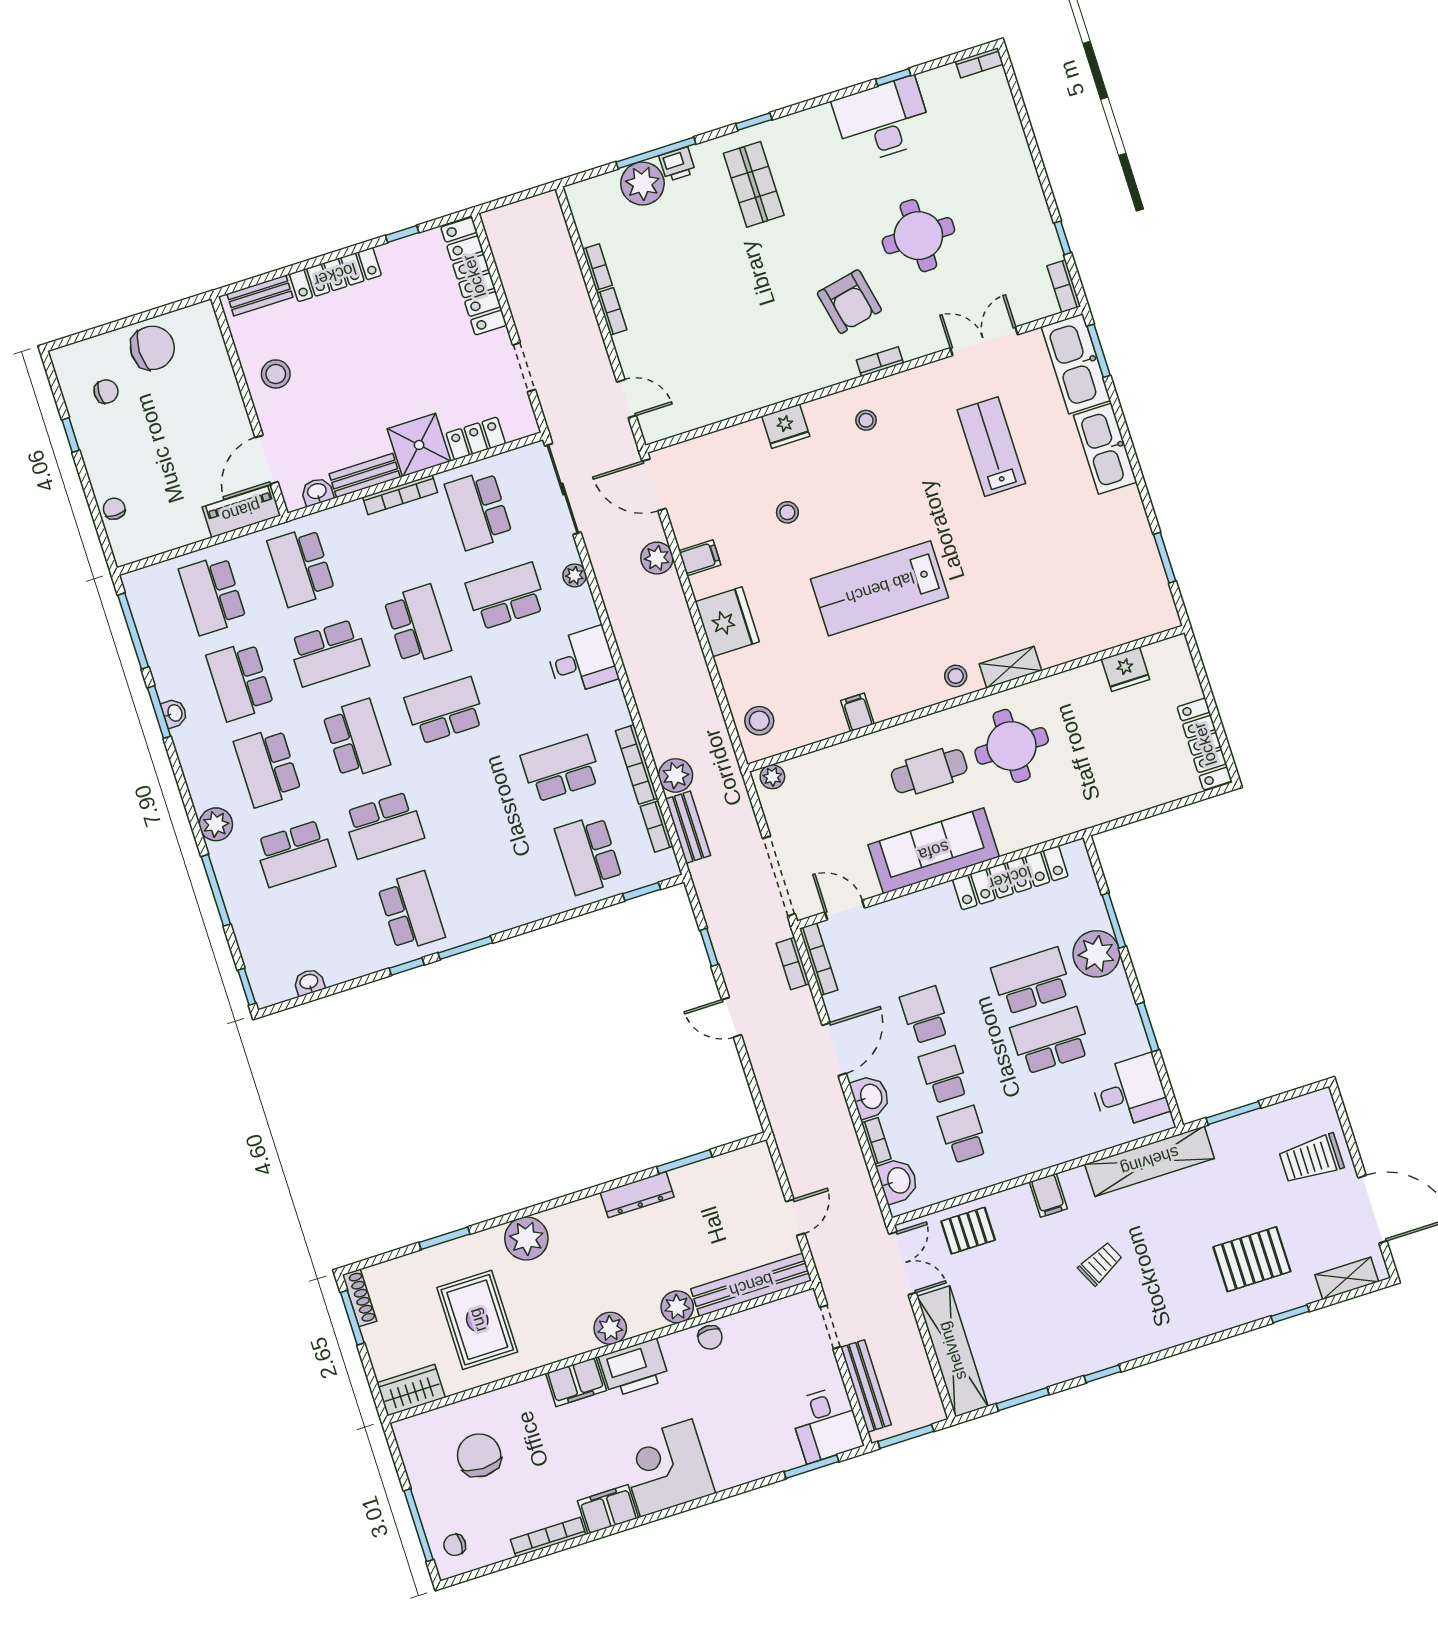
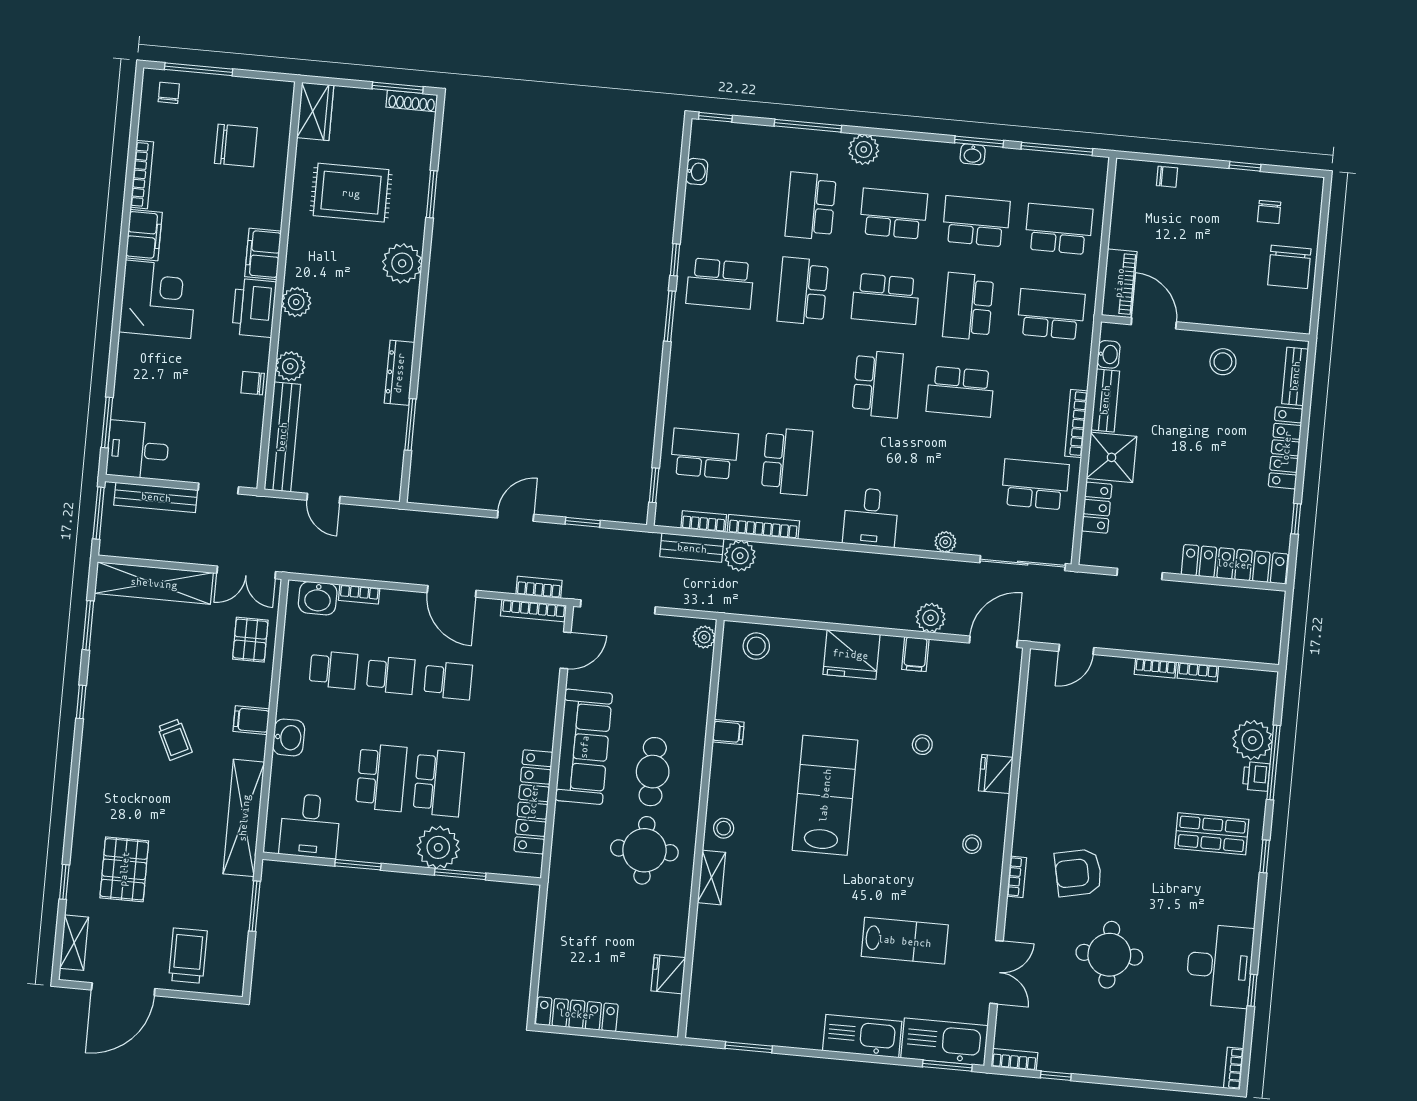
school desk: (506, 596) -> (952, 477), removed
washbasin: (870, 1097) -> (289, 737), moved, turned -90

